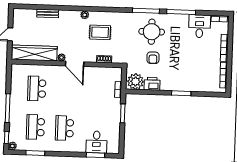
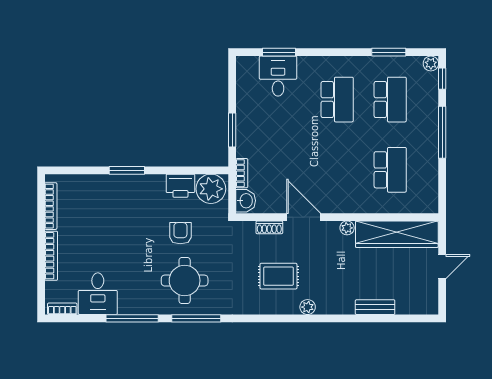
door: (75, 64) -> (304, 217), moved
washbasin: (117, 74) -> (246, 201), added

